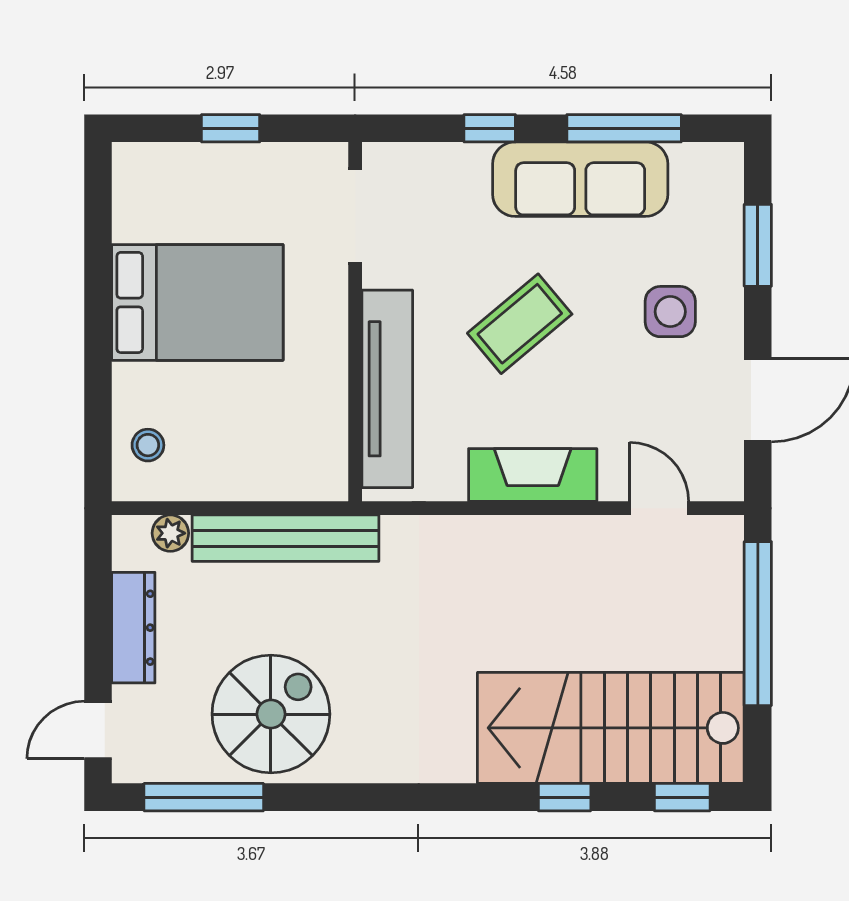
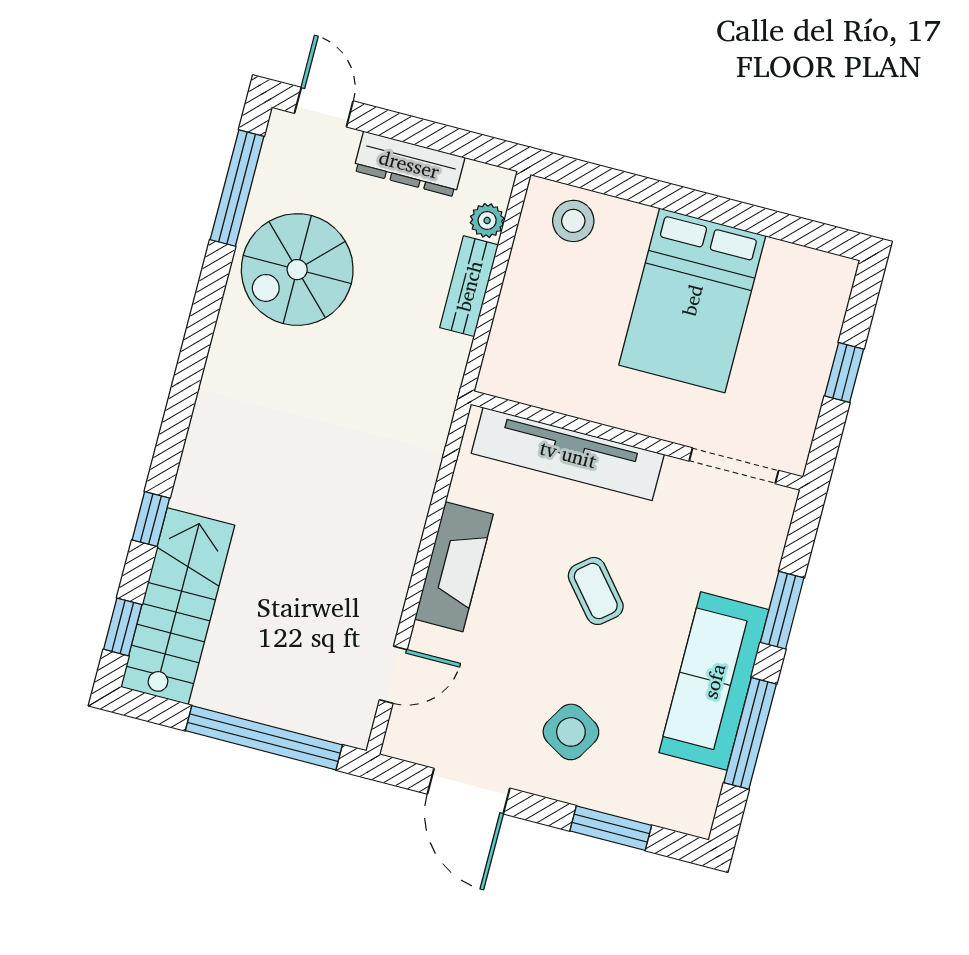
window: (490, 128) -> (782, 610), width x1.50
side table: (670, 312) -> (571, 732), turned 31
coffee table: (520, 324) -> (596, 591), width x0.73, depth x0.77
stool: (148, 445) -> (573, 221), width x1.37, depth x1.37
bench: (286, 538) -> (469, 286), width x0.54, depth x0.82
spiral stairs: (271, 714) -> (297, 270), turned 90
stairs: (611, 728) -> (178, 606), width x0.73, depth x0.66

